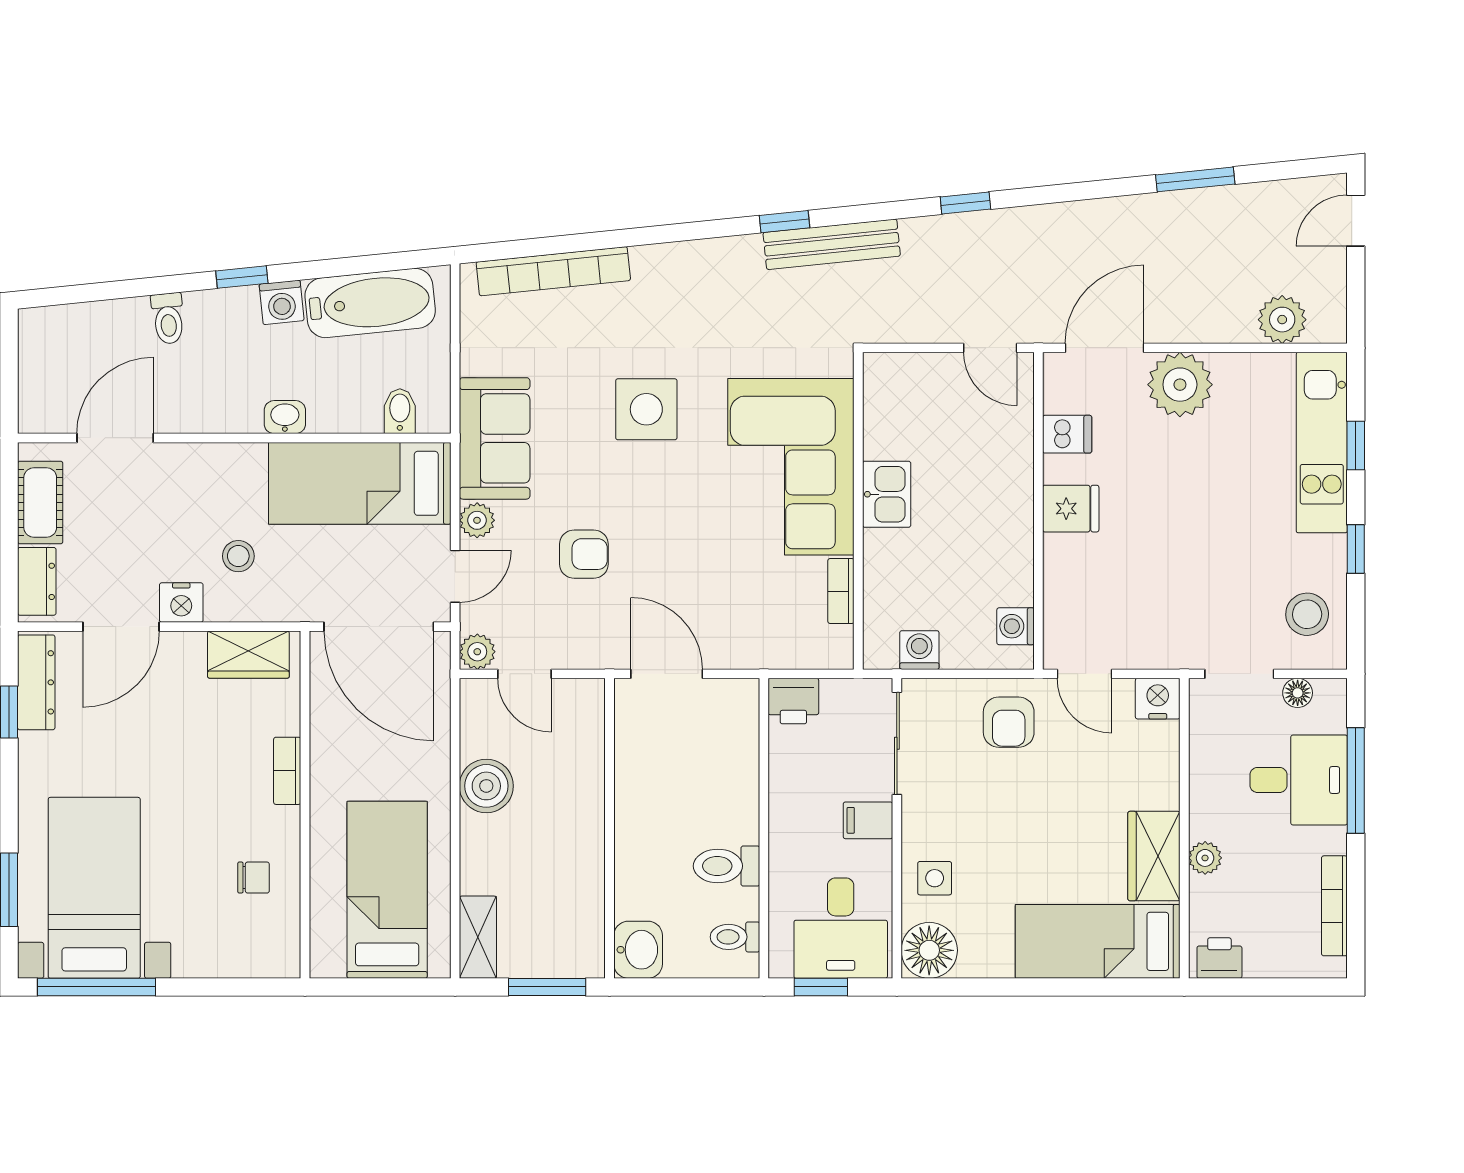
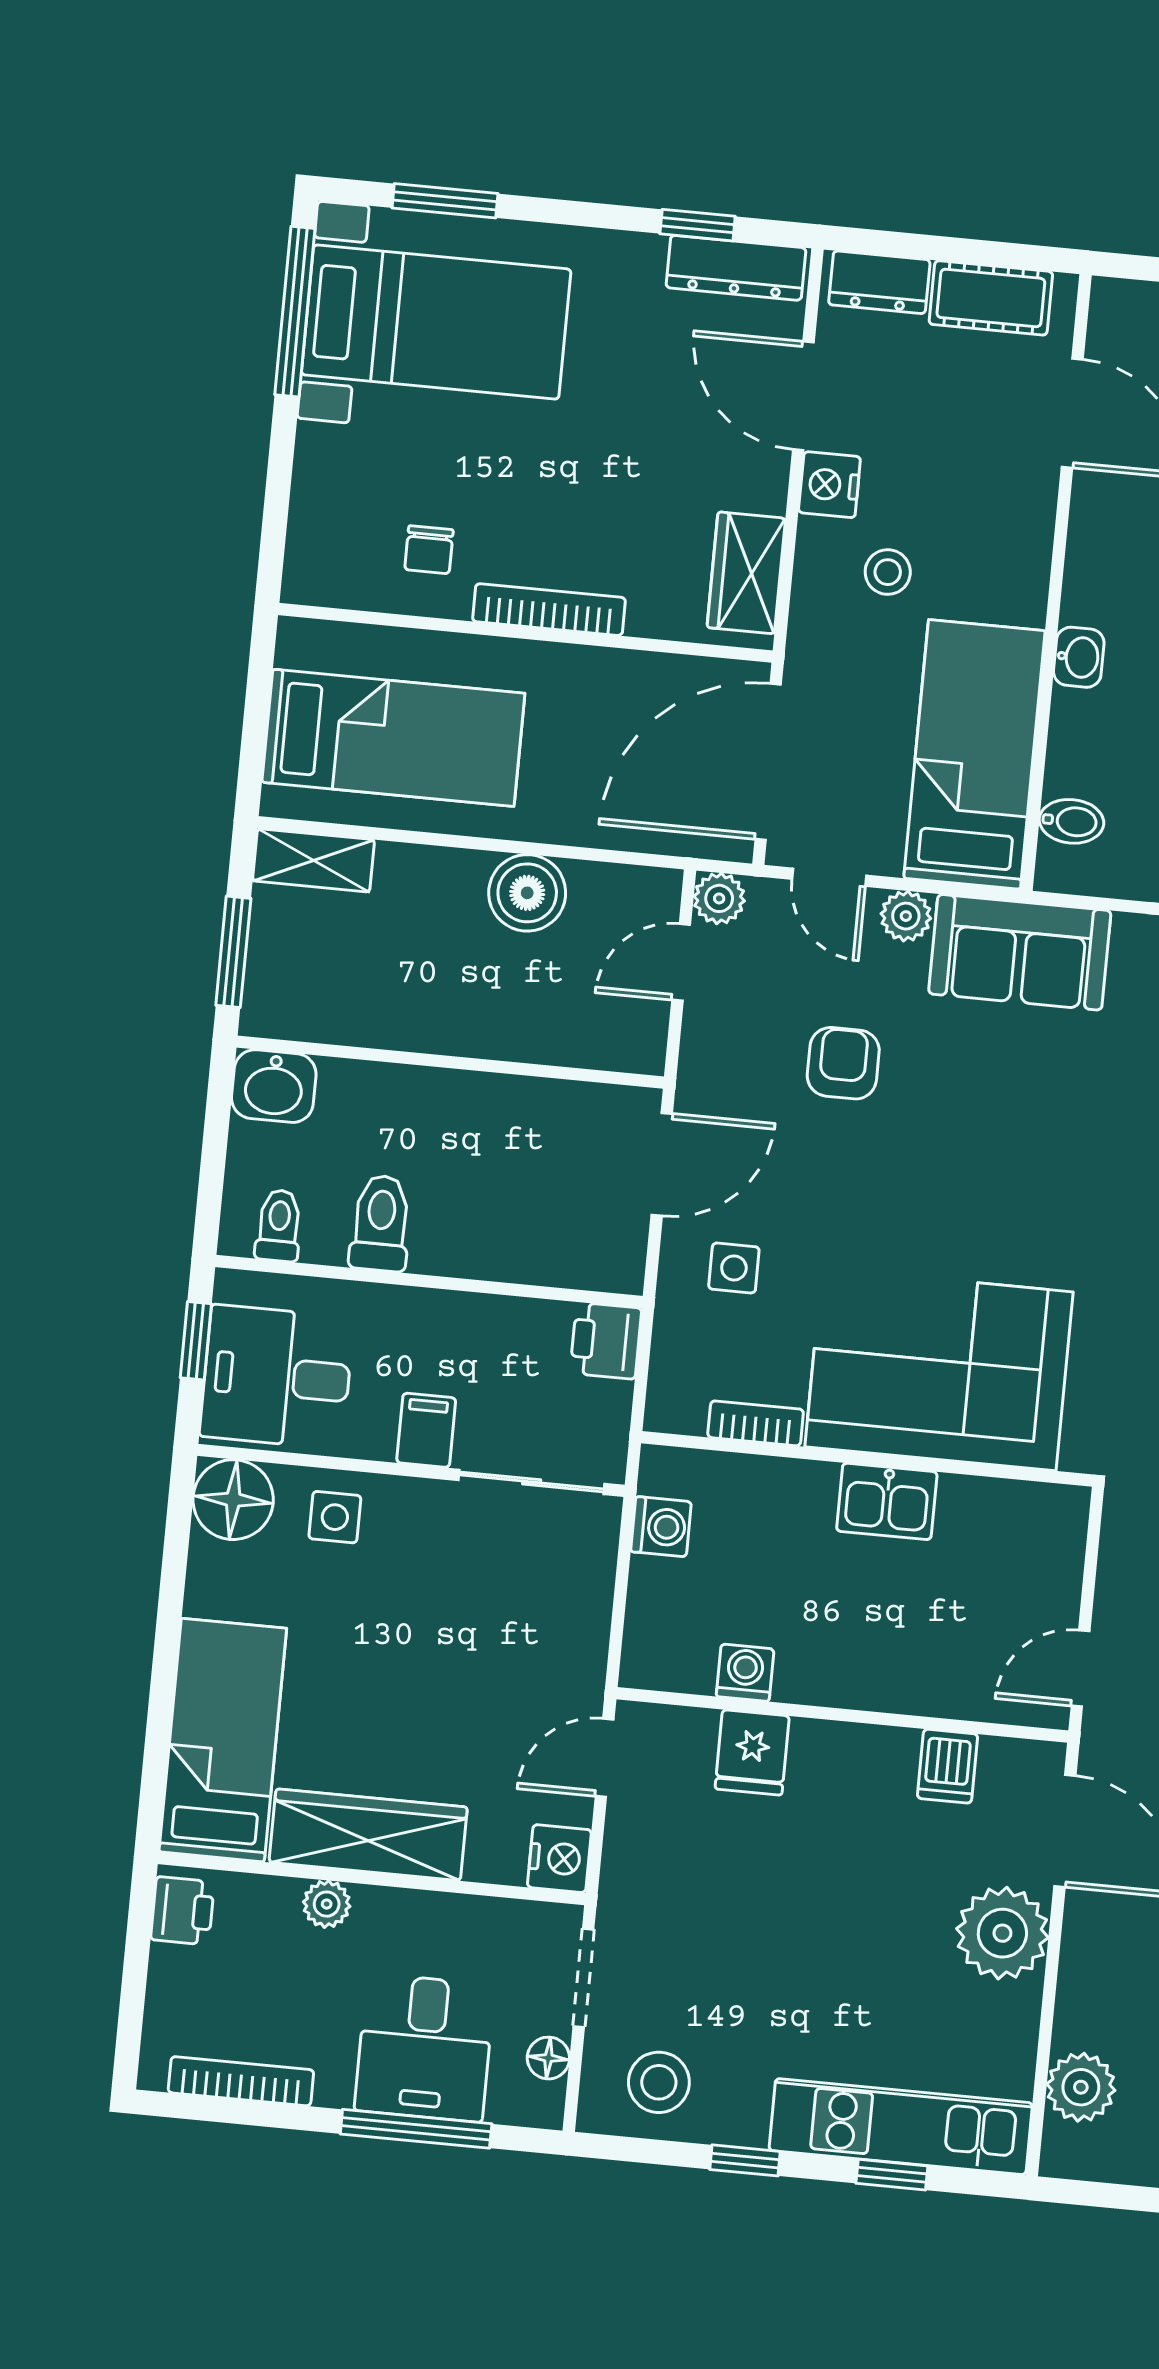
side table: (646, 409) -> (734, 1268), moved, width x0.54, depth x0.54
fridge: (1071, 509) -> (752, 1752), moved
armchair: (584, 554) -> (843, 1063), turned 180
washing machine: (1016, 626) -> (745, 1673), moved
armchair: (1009, 722) -> (546, 1644), removed
bookcase: (287, 771) -> (549, 610), width x1.56
wardrobe: (1154, 856) -> (368, 1835), width x1.50

